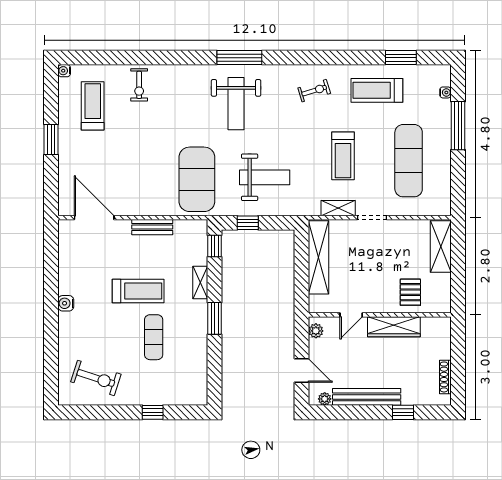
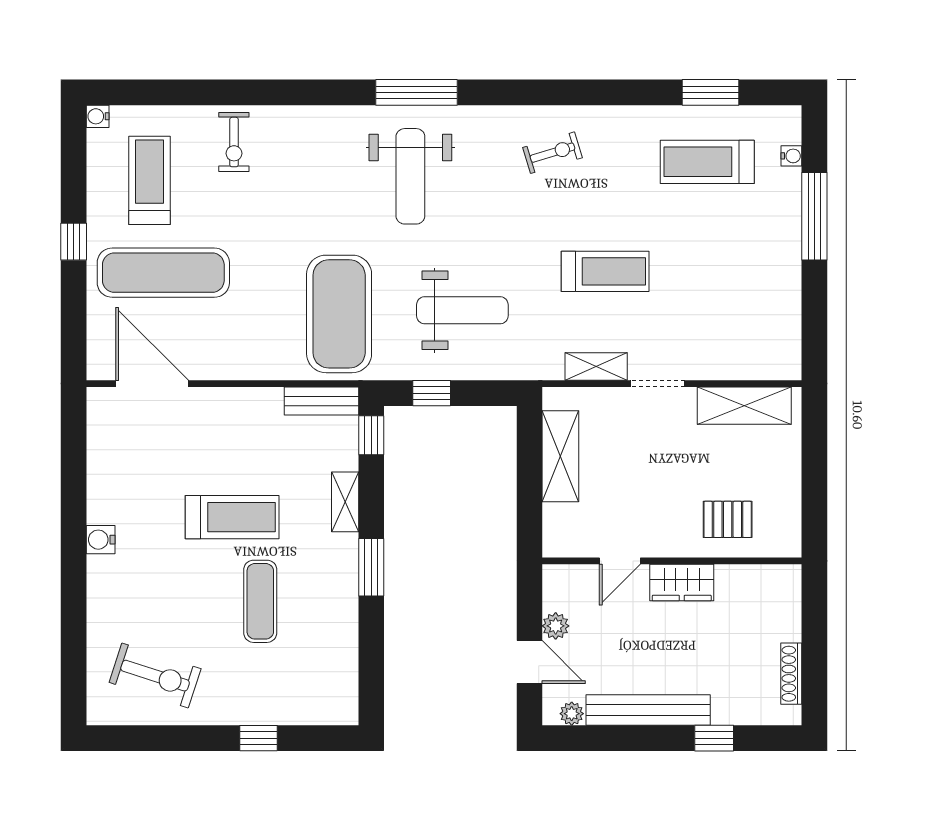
treadmill: (377, 90) -> (707, 162), moved
window: (51, 140) -> (74, 242), width x0.67
treadmill: (343, 156) -> (605, 271), turned -90
exercise mat: (409, 161) -> (163, 273), moved, turned 90
bench: (152, 227) -> (321, 401), moved
shelving: (441, 247) -> (744, 406), moved, turned 90
shelving: (318, 257) -> (560, 456), width x0.68
pallet: (410, 292) -> (728, 519), turned 90
wardrobe: (394, 327) -> (682, 583), width x0.67
plant: (316, 331) -> (556, 626), moved

